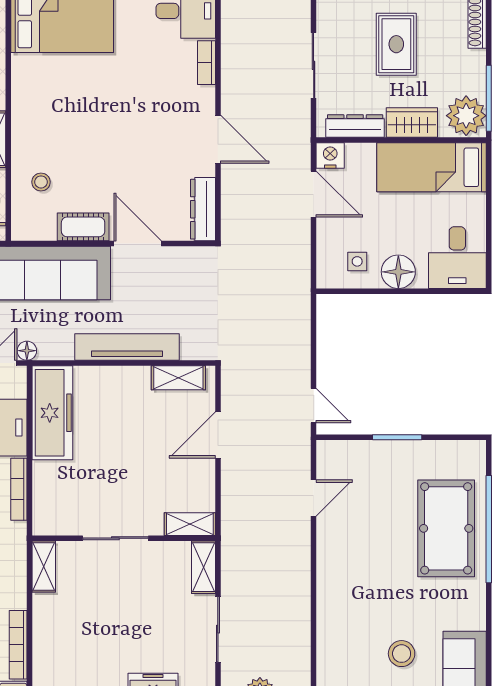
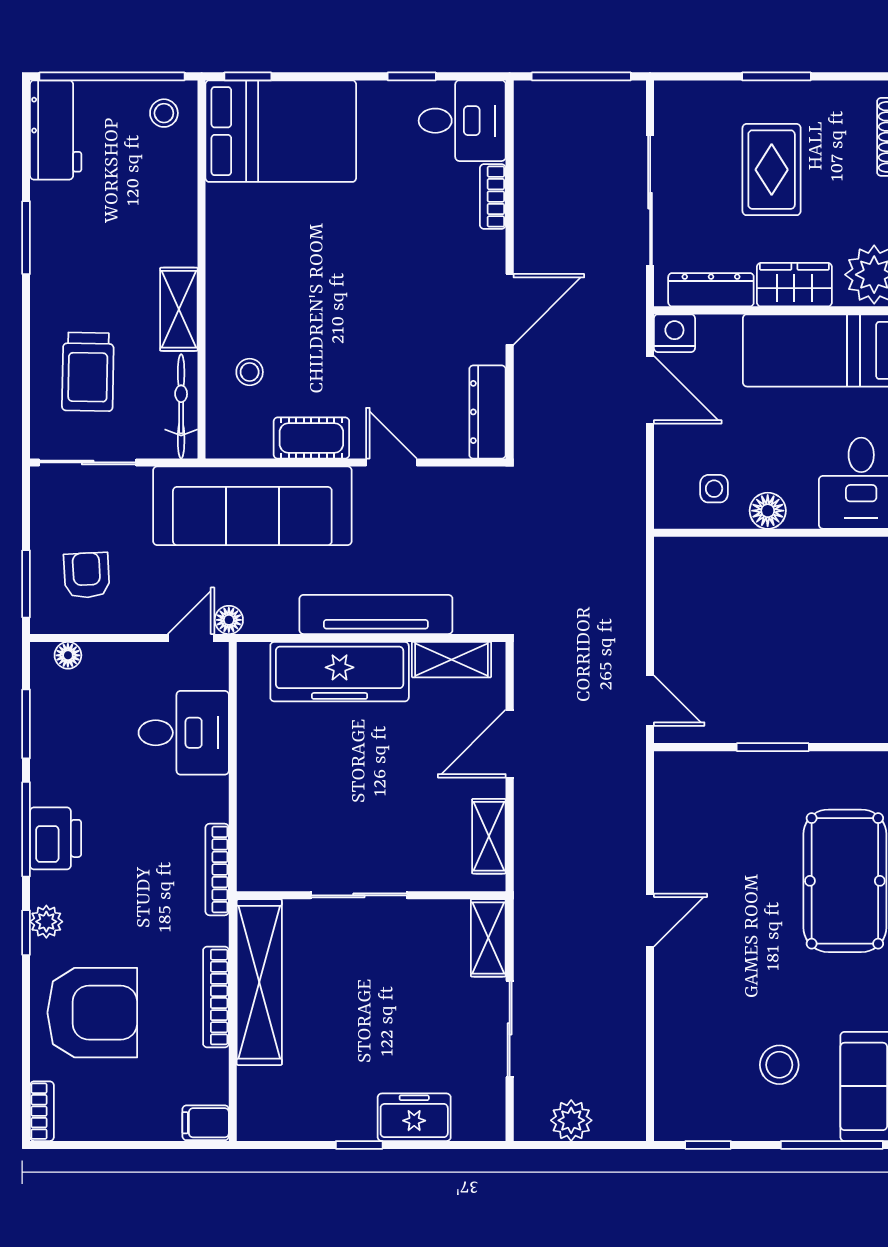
sliding door: (314, 65) -> (650, 201), width x1.37
door: (218, 139) -> (510, 309), hinge flipped
door: (138, 244) -> (391, 462), width x0.73
floor lamp: (398, 272) -> (768, 511), width x0.73, depth x0.73
freezer: (52, 413) -> (340, 672), moved, turned 90
bookcase: (19, 489) -> (217, 870), moved
door: (314, 498) -> (650, 920), moved
shelving: (190, 524) -> (489, 836), moved, turned 90
shelving: (44, 567) -> (259, 982), width x2.20, depth x1.33
bookcase: (18, 645) -> (216, 997), moved

